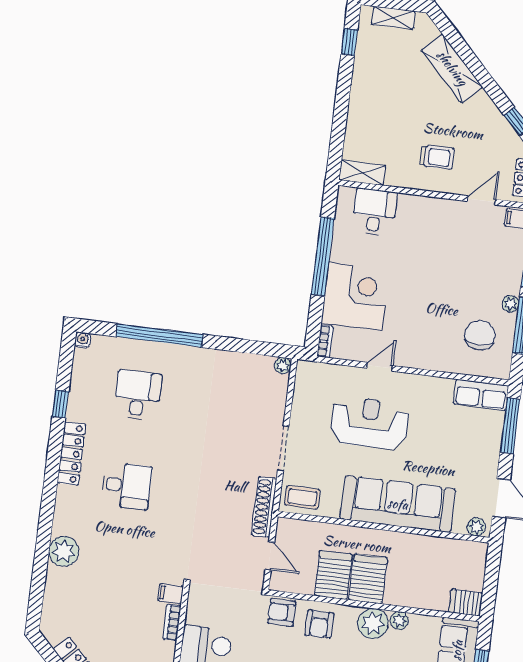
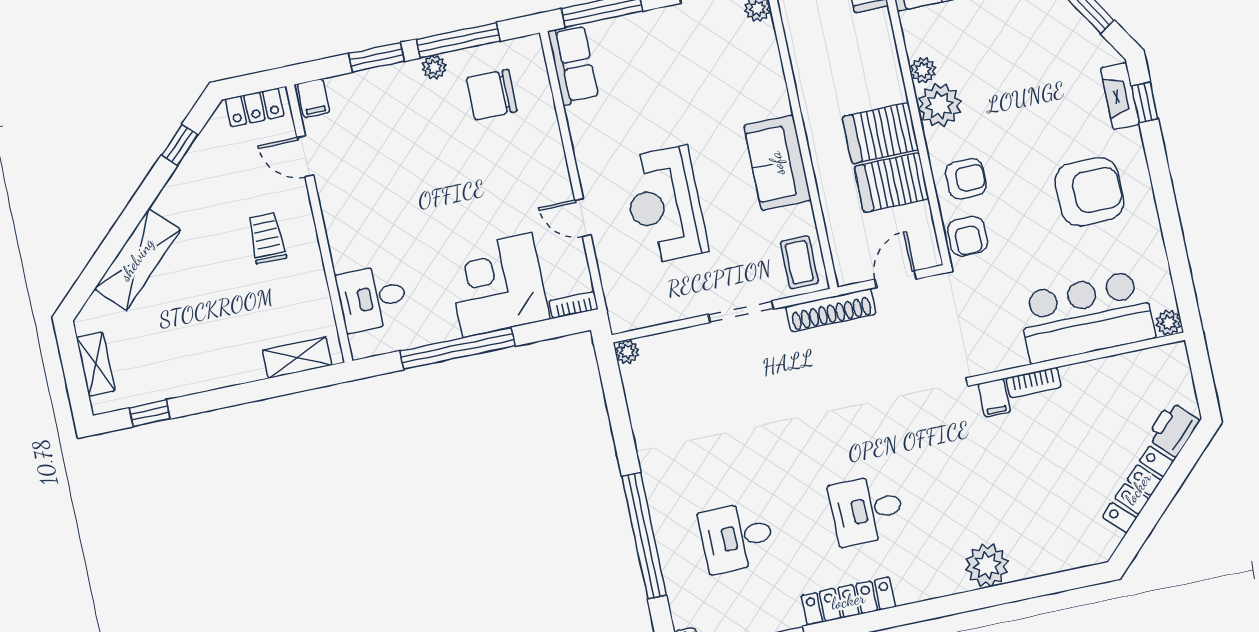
shelving: (362, 173) -> (297, 358), moved, turned 90
desk: (126, 486) -> (867, 510), turned -90
sofa: (398, 504) -> (777, 163), width x0.54, depth x0.79

